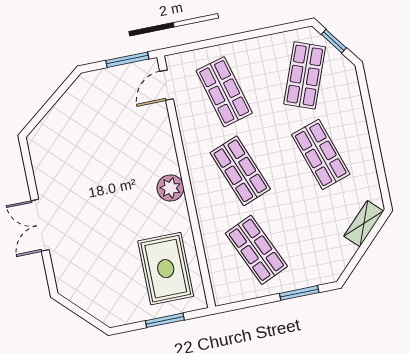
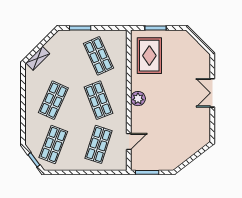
door: (166, 85) -> (129, 142), moved
shop shelf: (224, 92) -> (98, 144), turned 33
shop shelf: (321, 154) -> (53, 100), turned 42
double door: (40, 225) -> (212, 93), swing flipped

